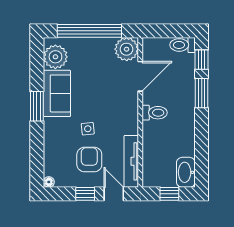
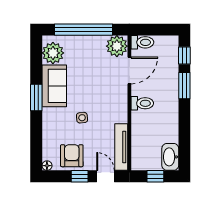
toilet: (182, 45) -> (142, 42), moved, turned 180
armchair: (89, 160) -> (72, 156), moved

